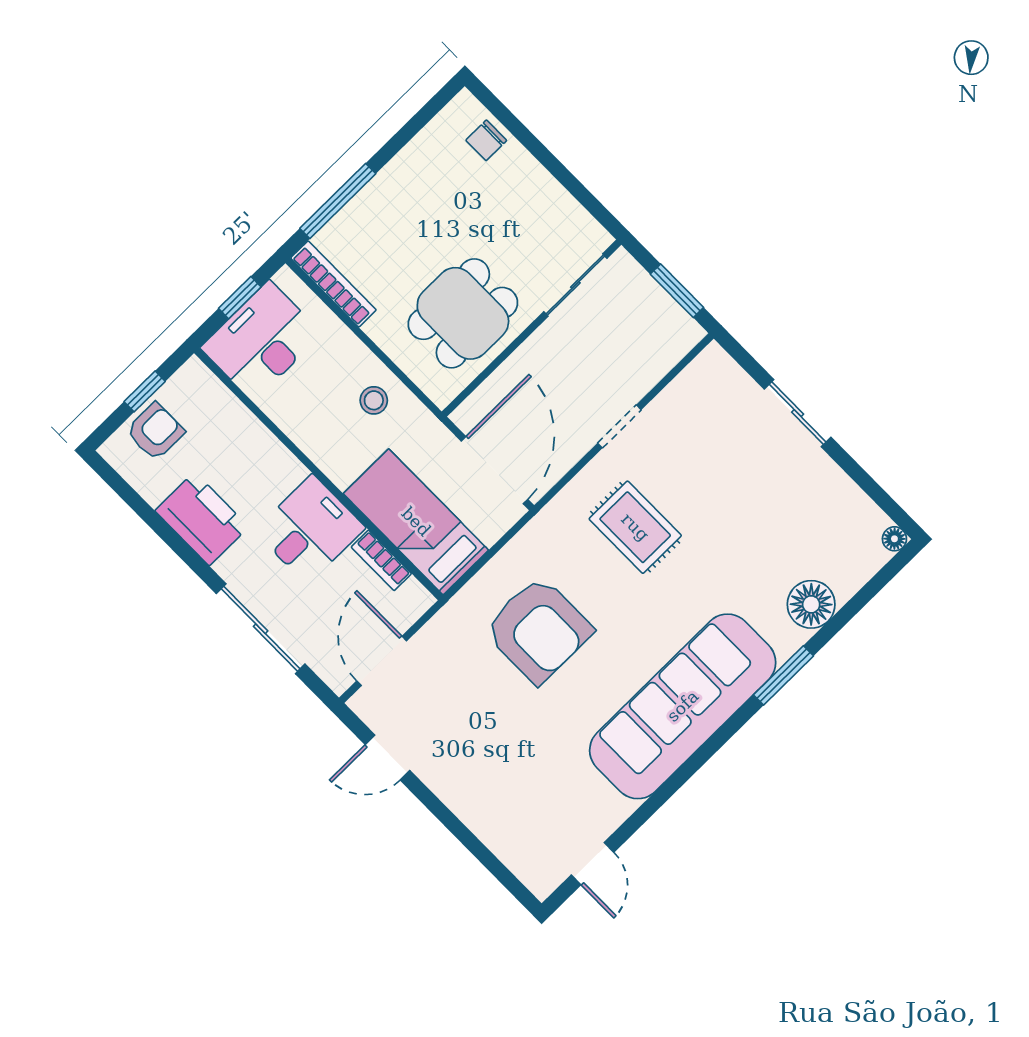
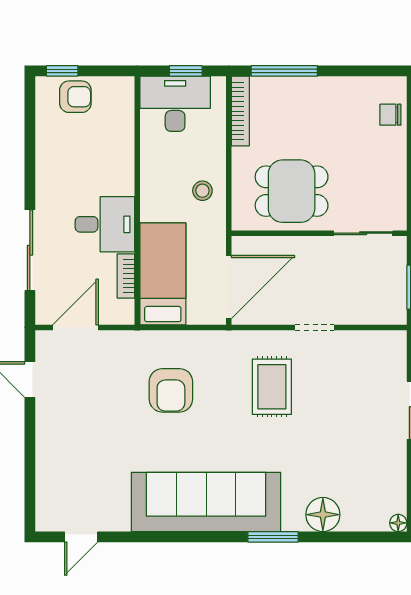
window: (145, 391) -> (62, 71), moved
printer: (202, 519) -> (55, 165), removed
armchair: (538, 630) -> (171, 390), width x0.73, depth x0.73

